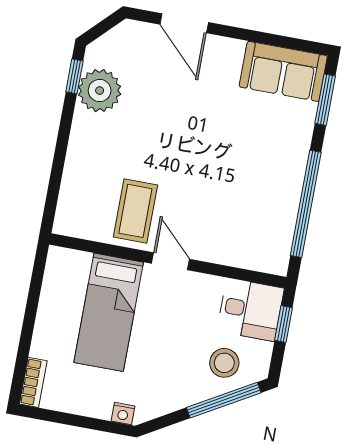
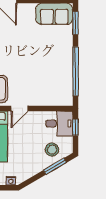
door: (170, 261) -> (19, 108), swing flipped
window: (224, 400) -> (55, 166), width x0.69

